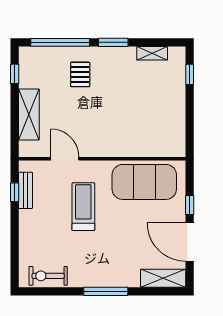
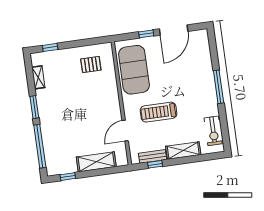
pallet: (80, 74) -> (91, 65), moved
shelving: (163, 278) -> (183, 151), moved, turned 90

